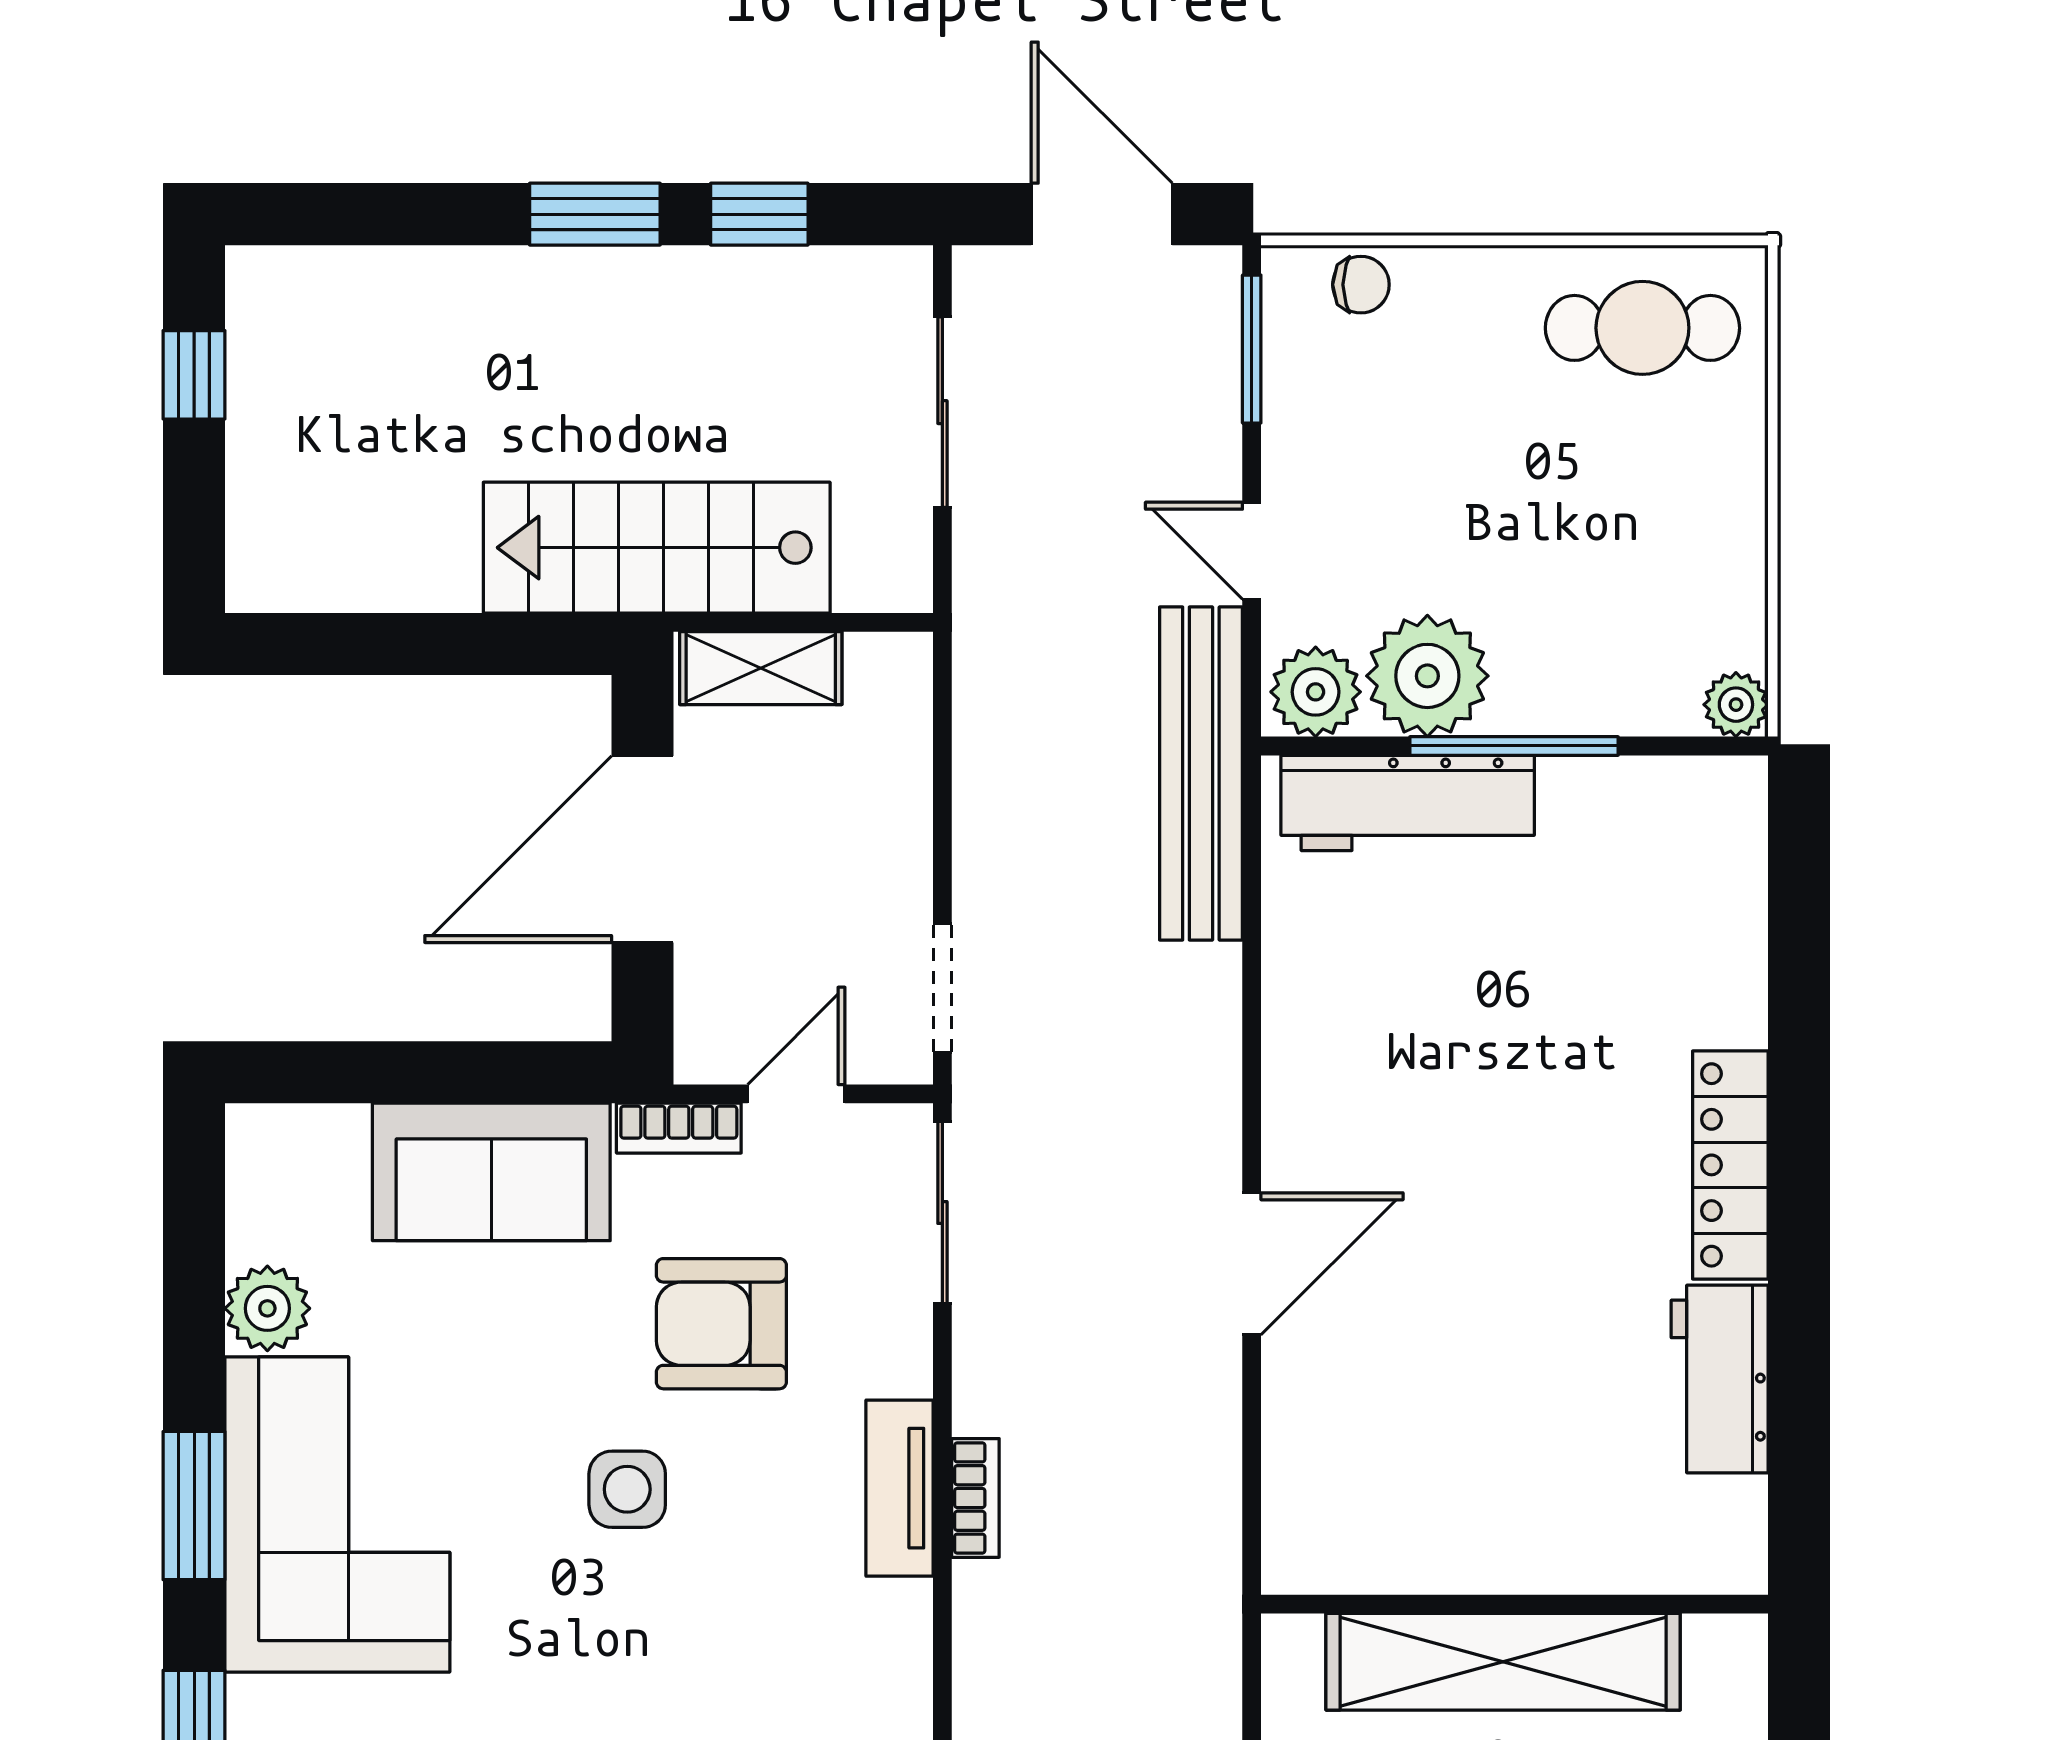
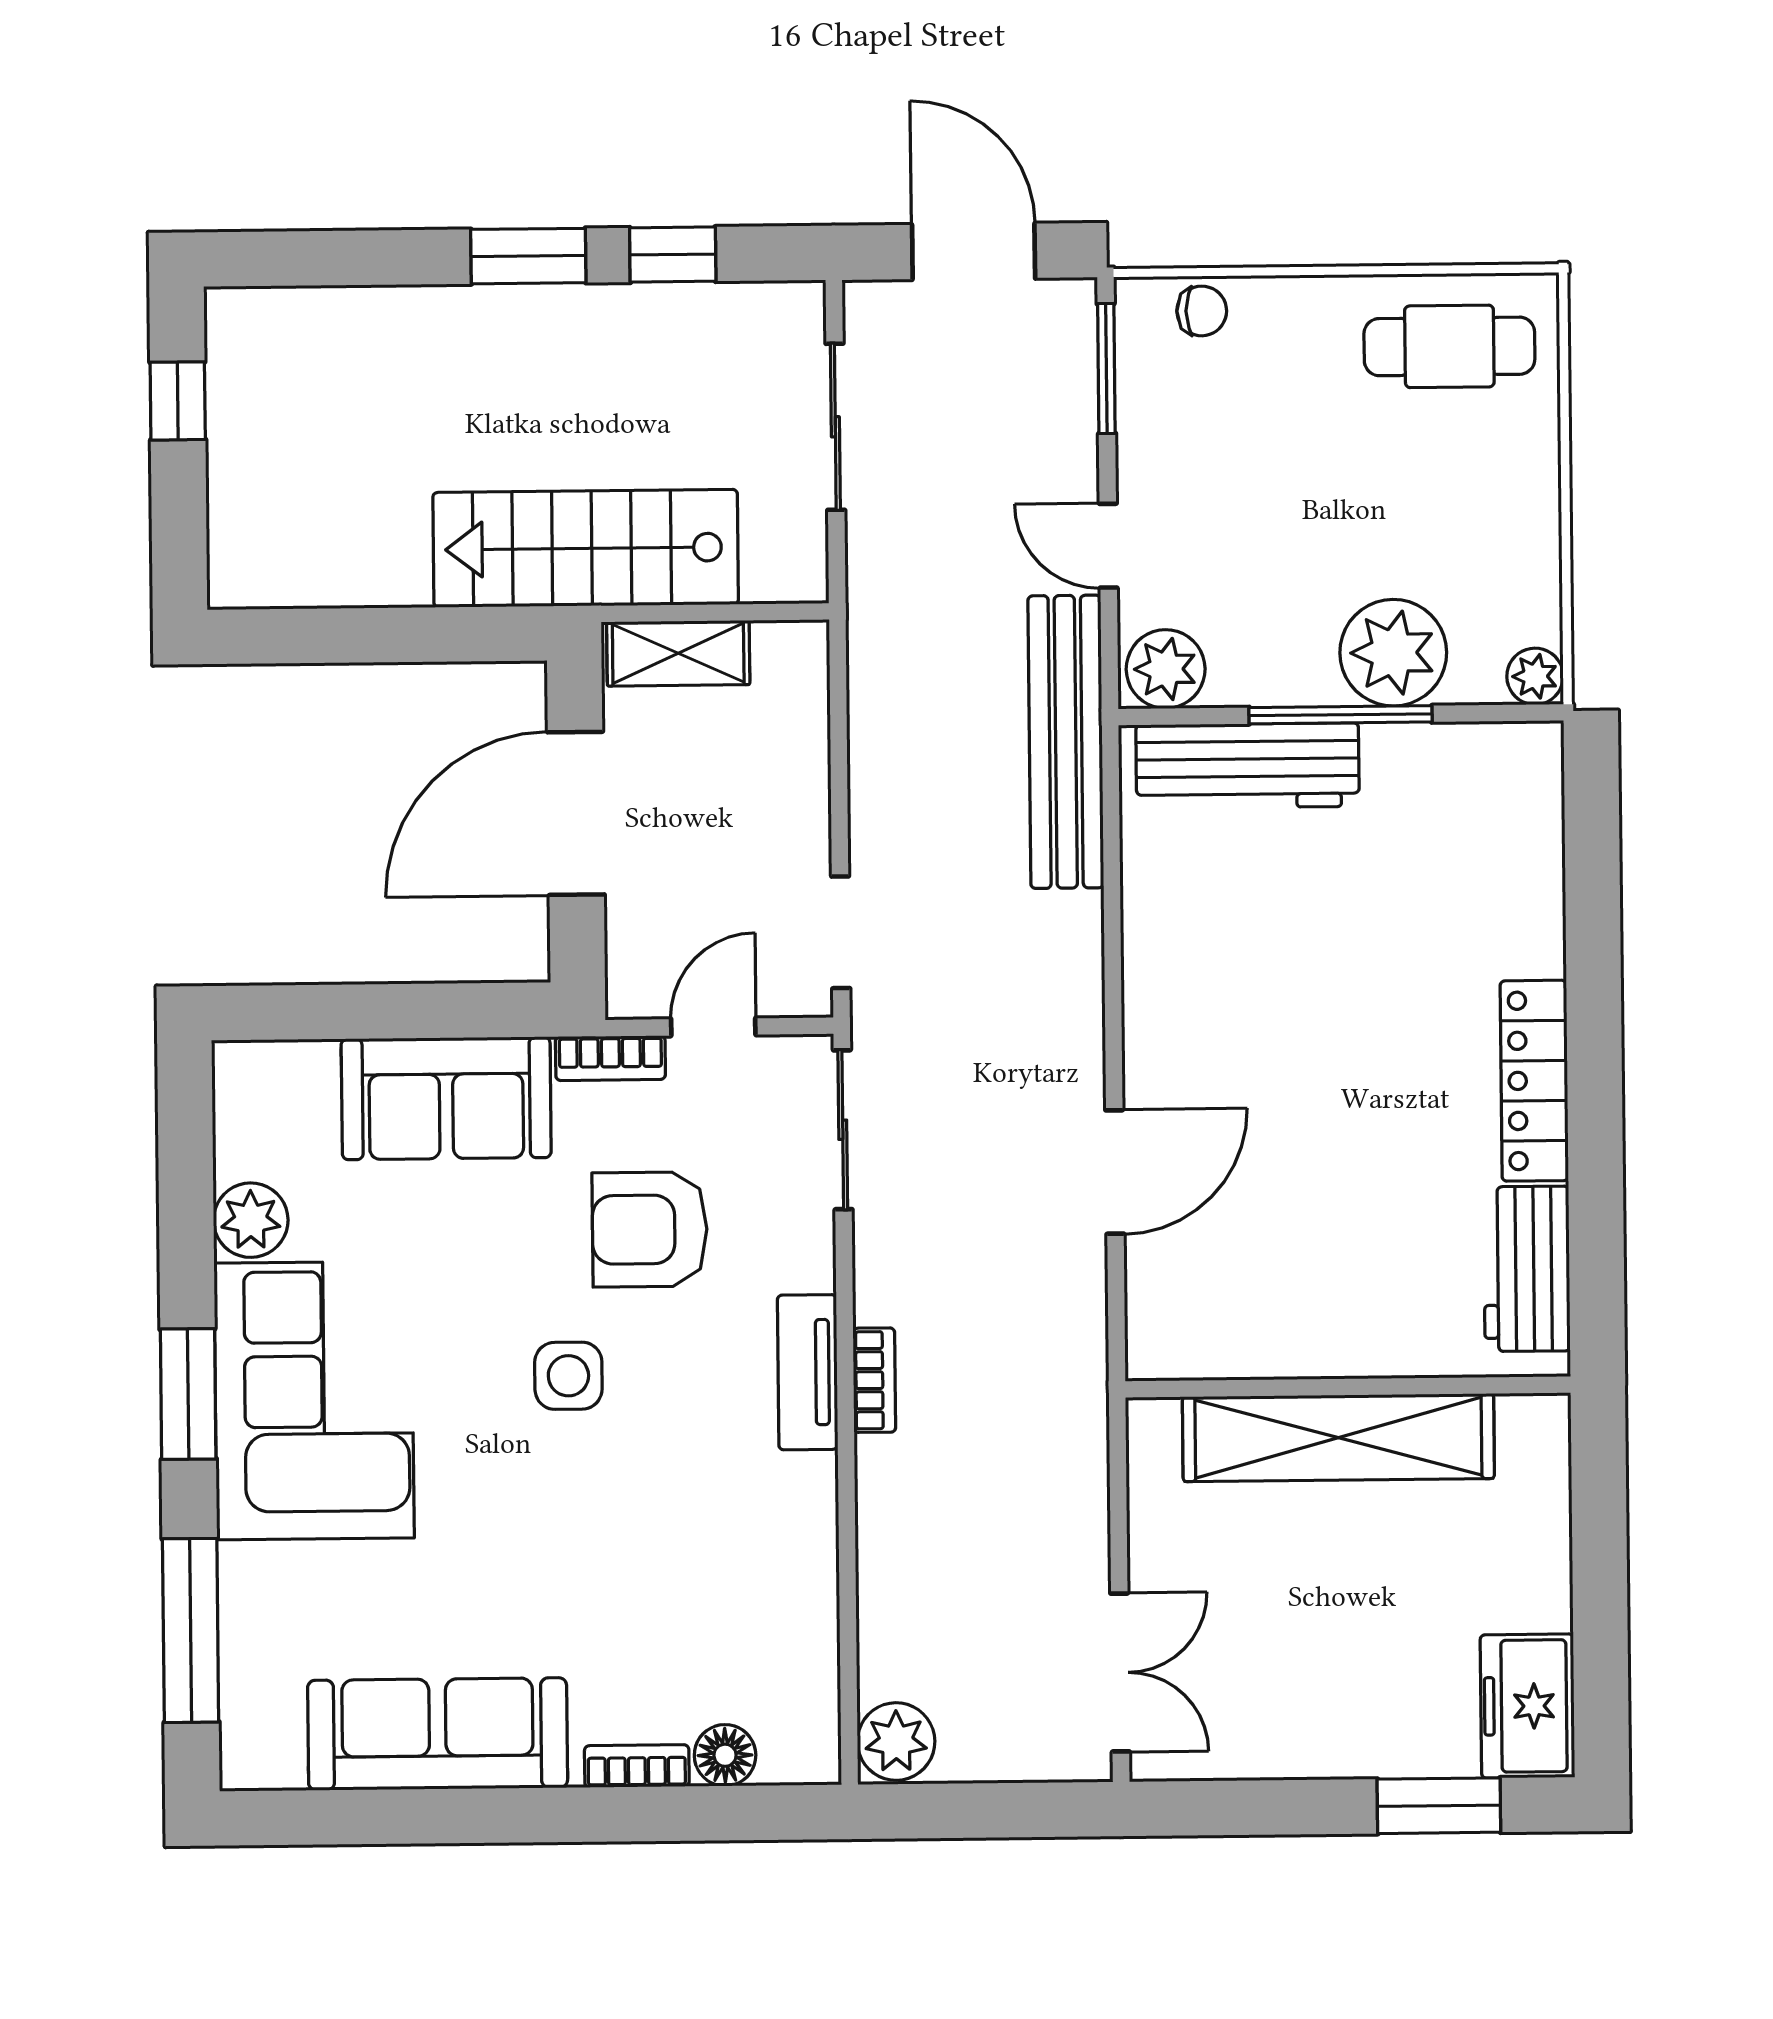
plant: (1427, 676) -> (1393, 653), moved
wall: (1515, 1604) -> (1348, 1387), moved
shelving: (1503, 1662) -> (1338, 1438), moved

